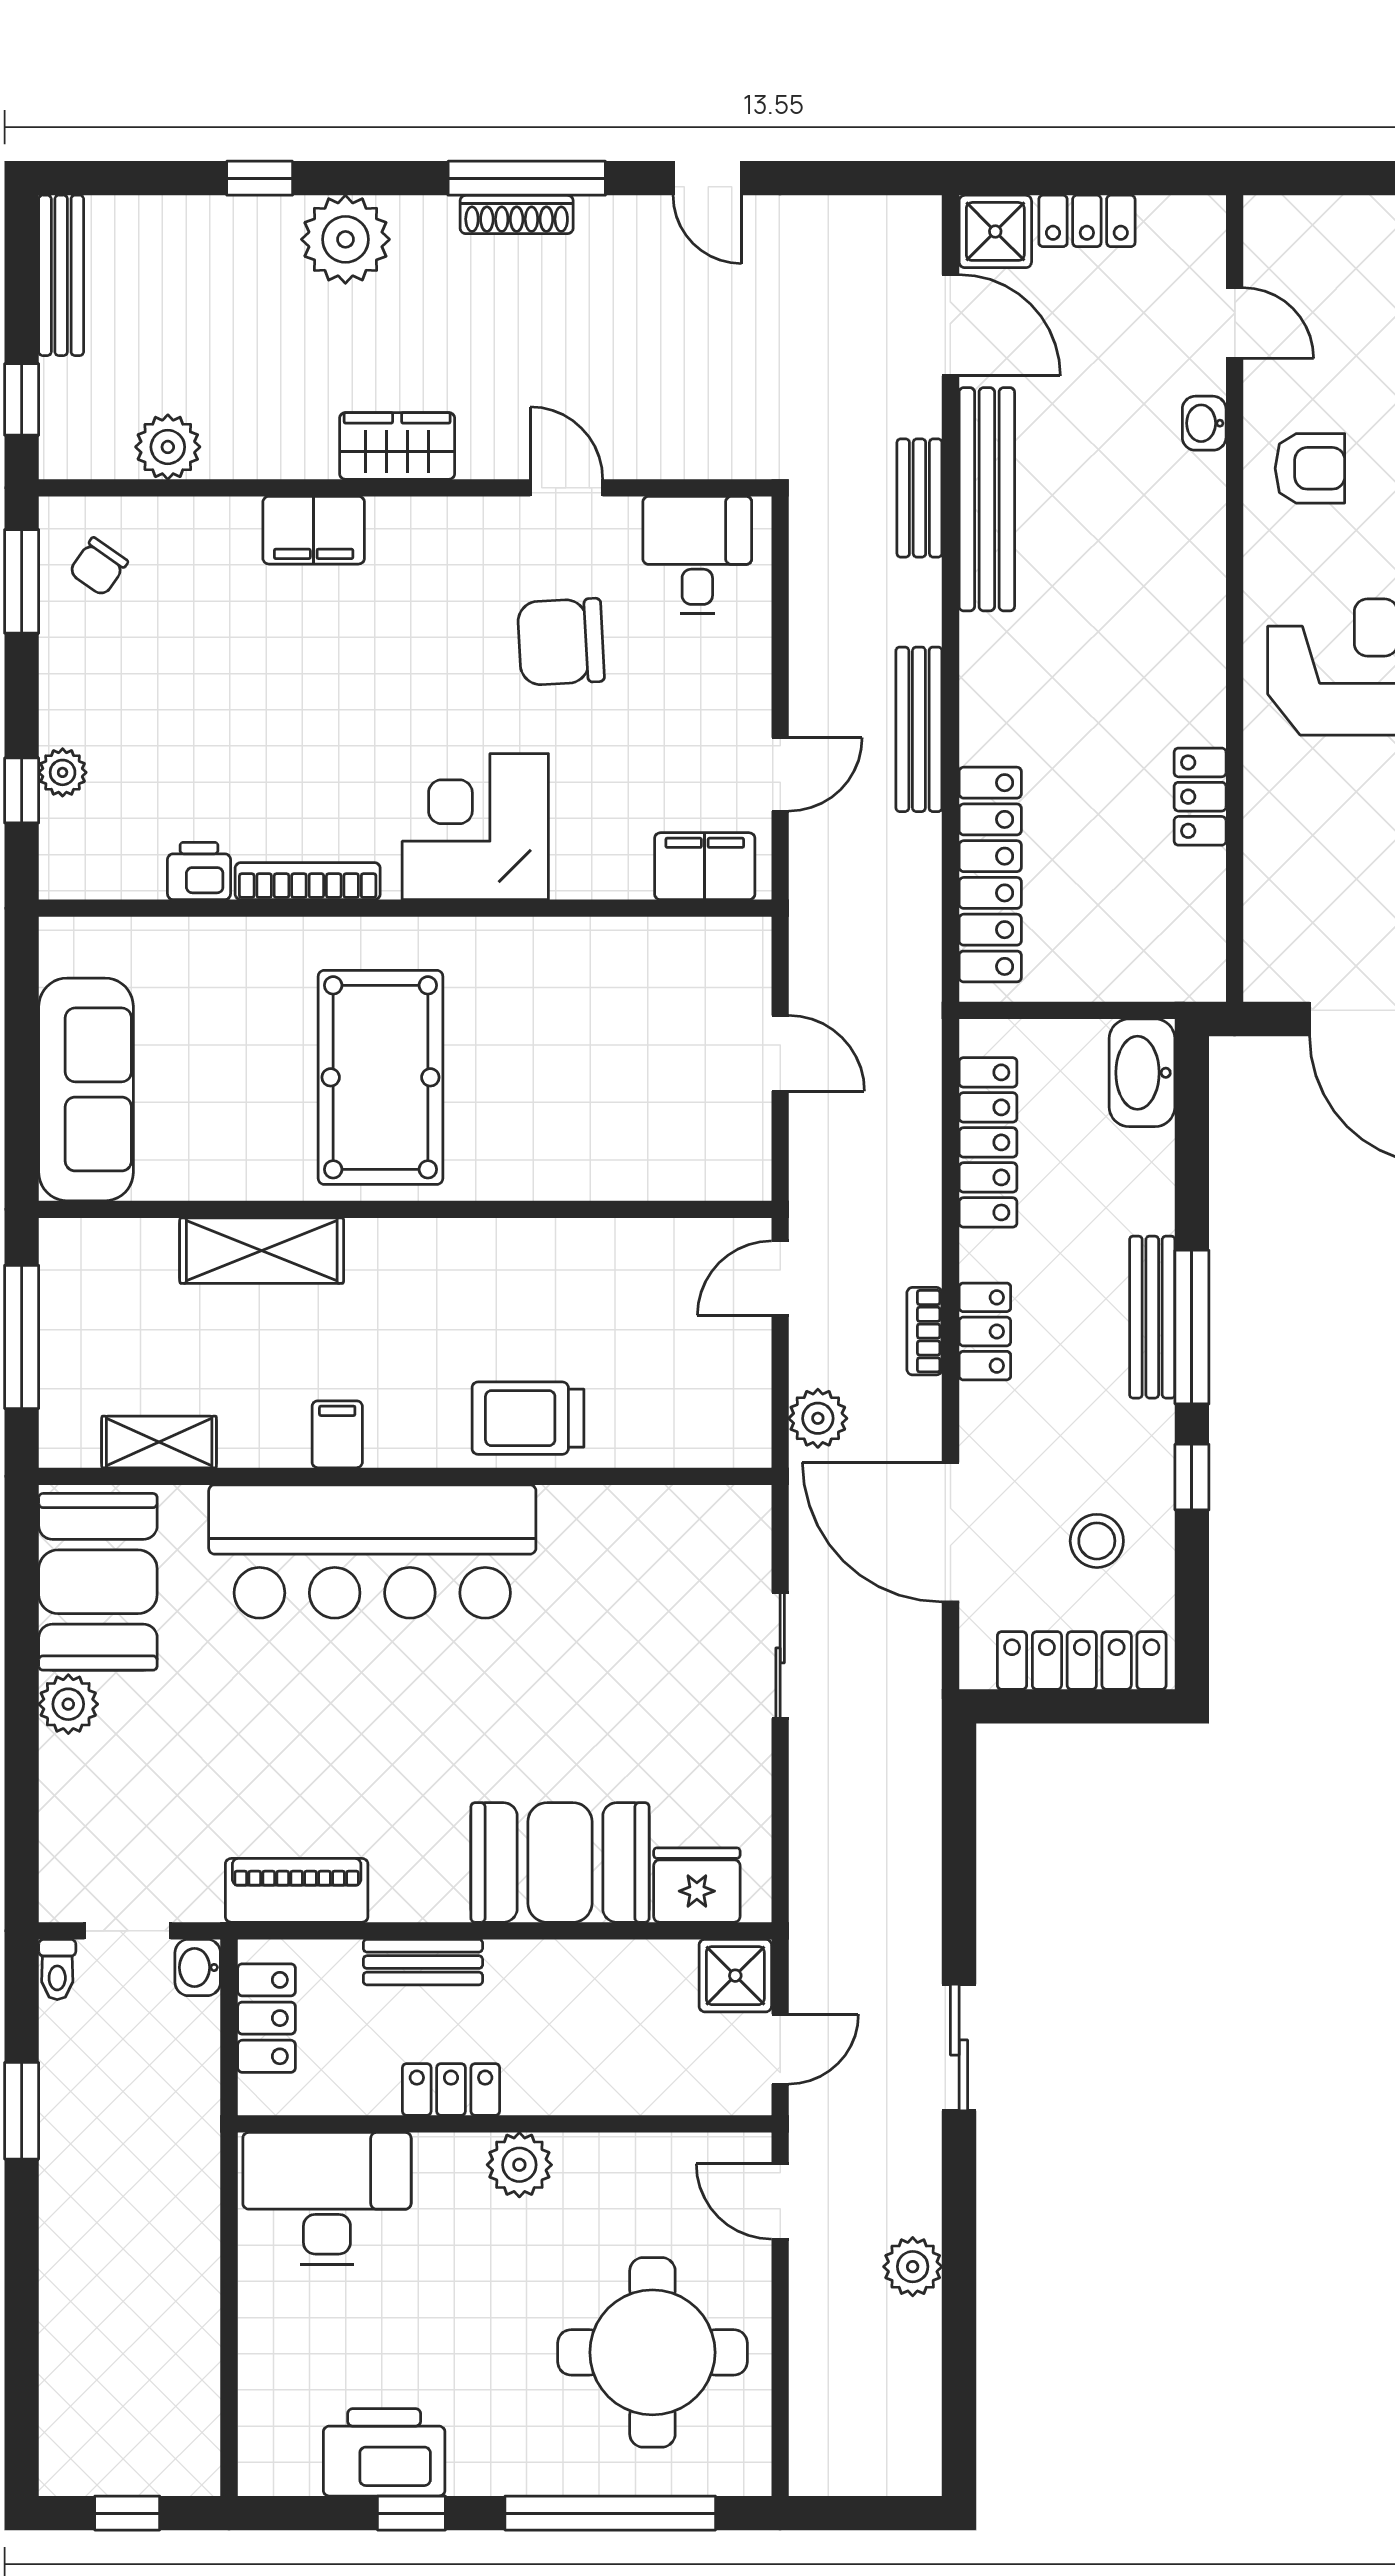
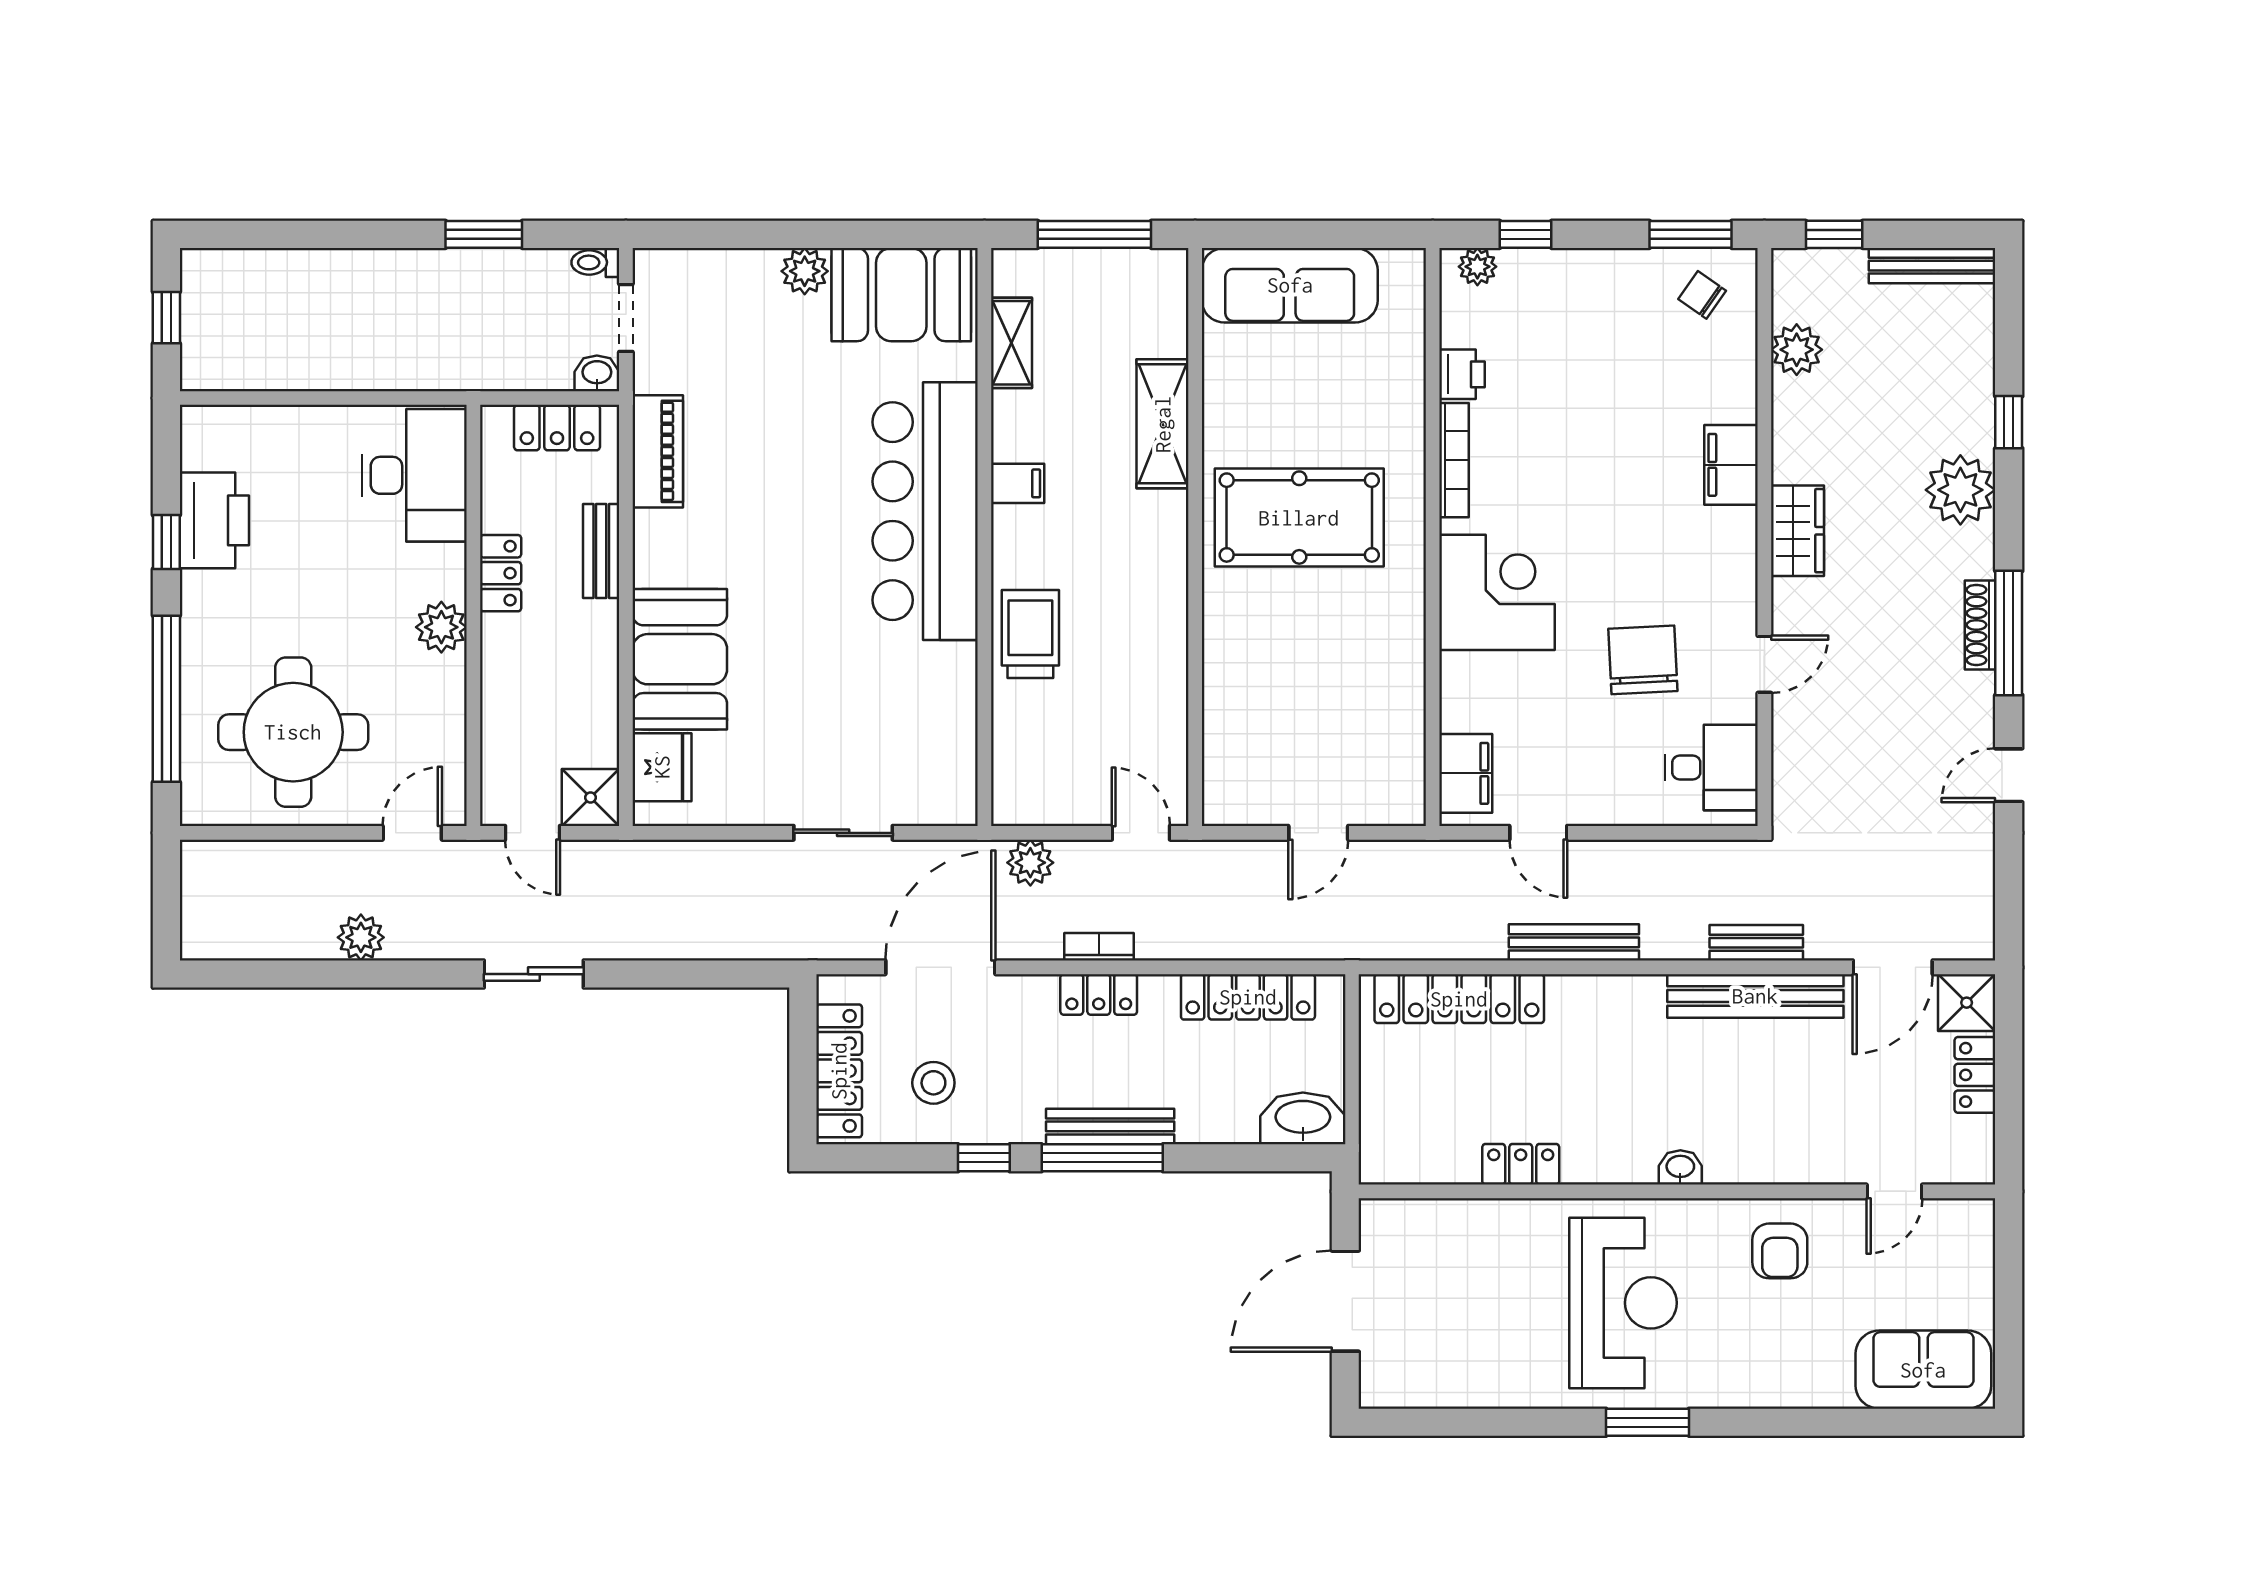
washbasin: (1204, 423) -> (1680, 1167), moved
plant: (63, 772) -> (1477, 267), moved

